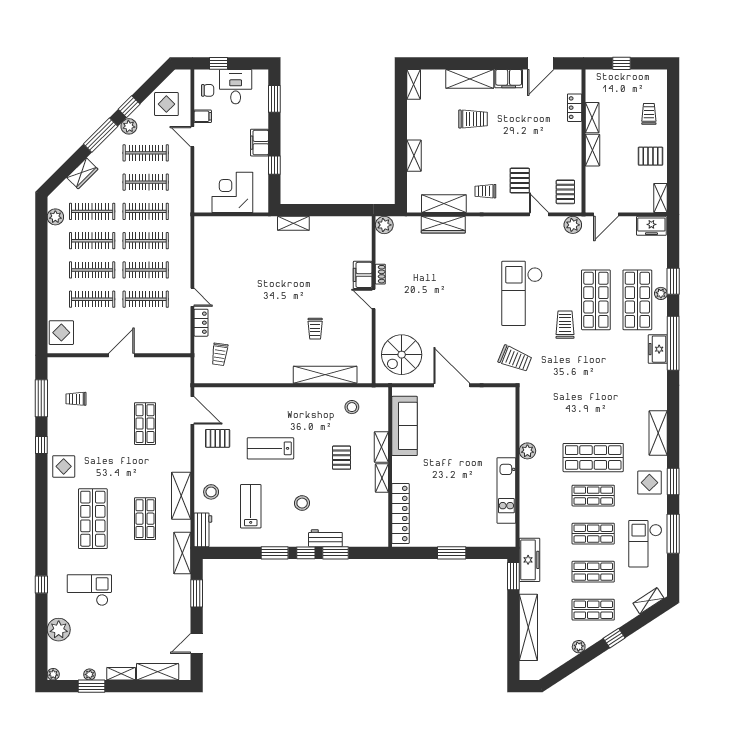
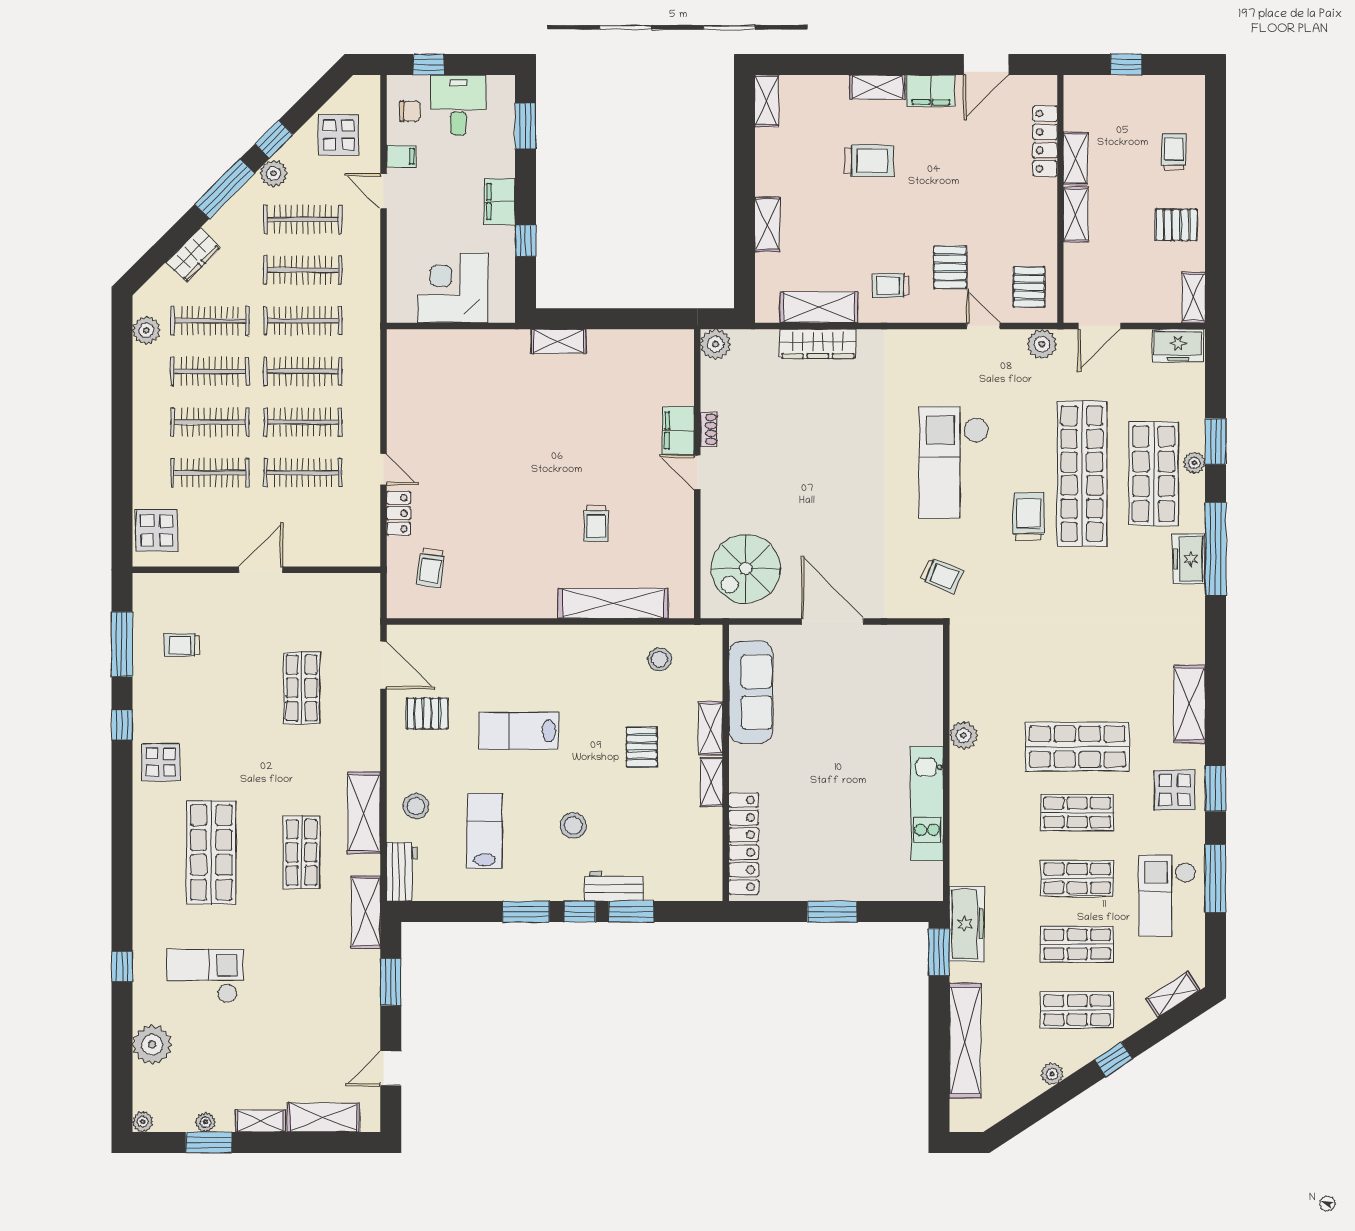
shelving: (470, 79) -> (877, 87), width x0.67, depth x0.75
locker: (575, 108) -> (1045, 141), width x1.53
shop shelf: (596, 300) -> (1082, 474), width x1.40
trolley: (515, 359) -> (942, 576), width x0.73, depth x0.72

